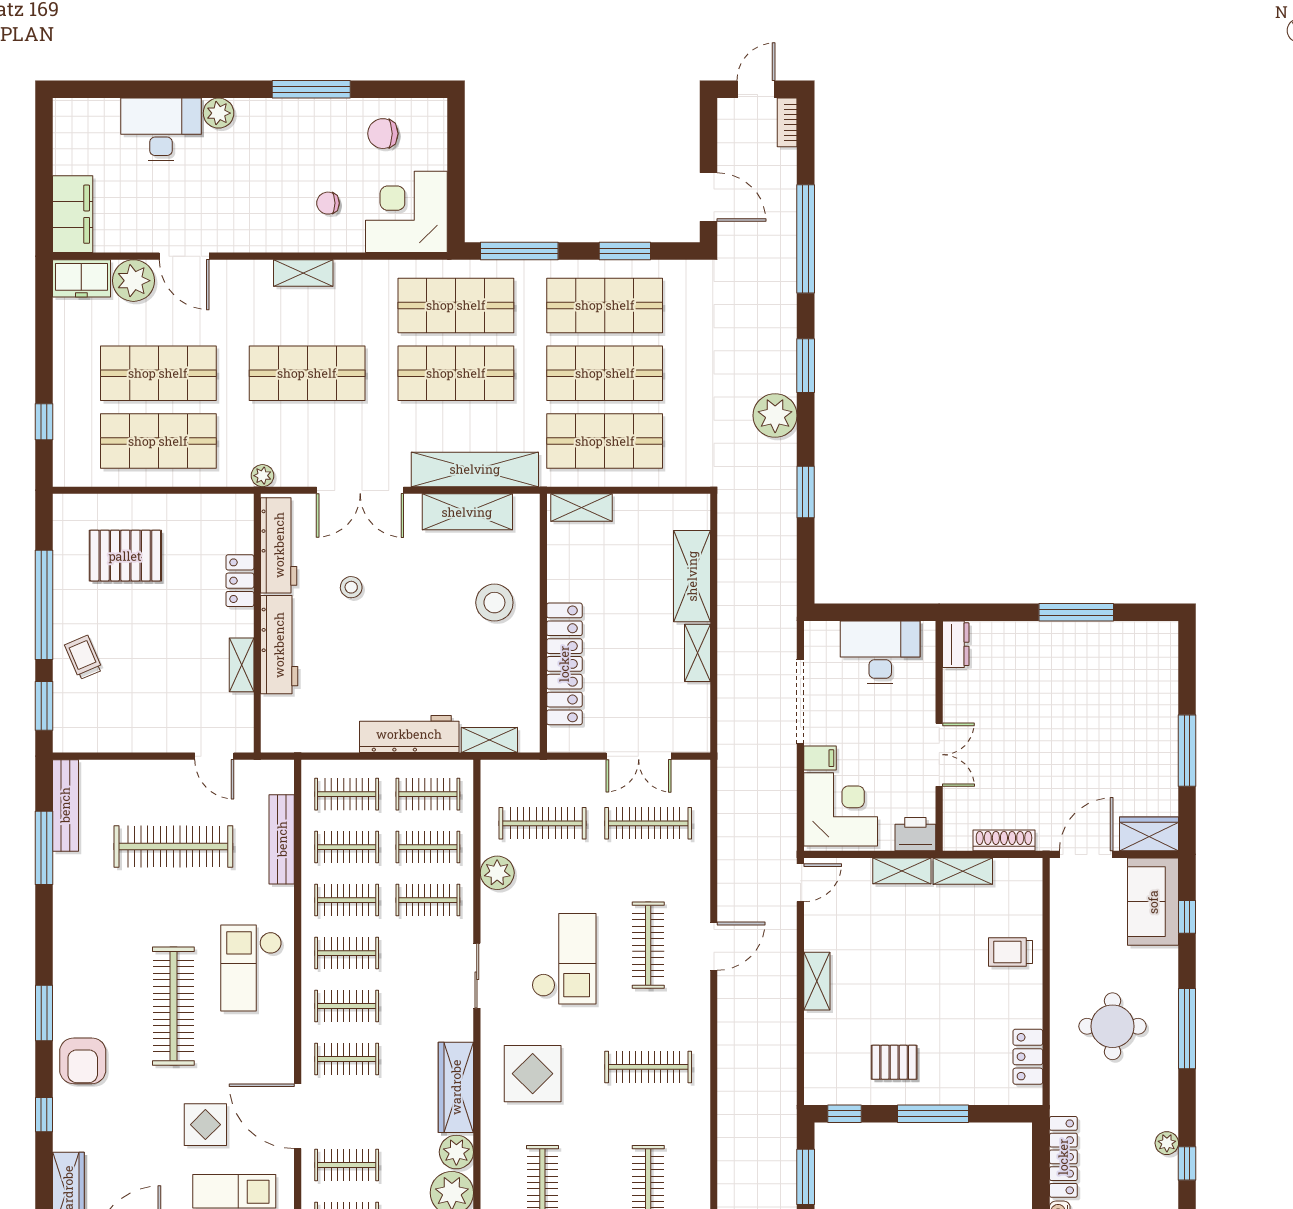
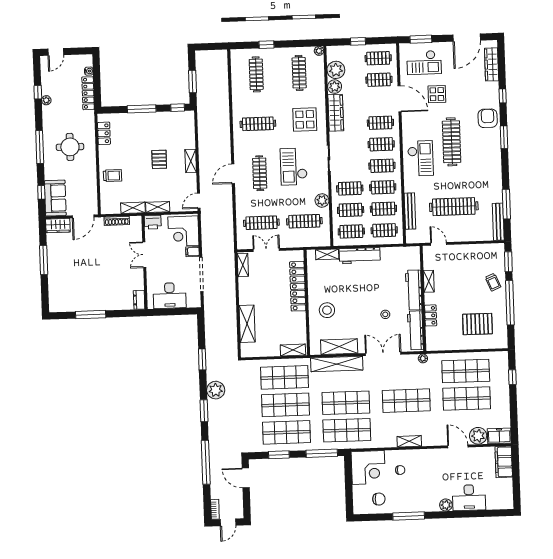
shelving: (697, 653) -> (243, 265), moved
pallet: (894, 1062) -> (159, 159), moved, turned 90

